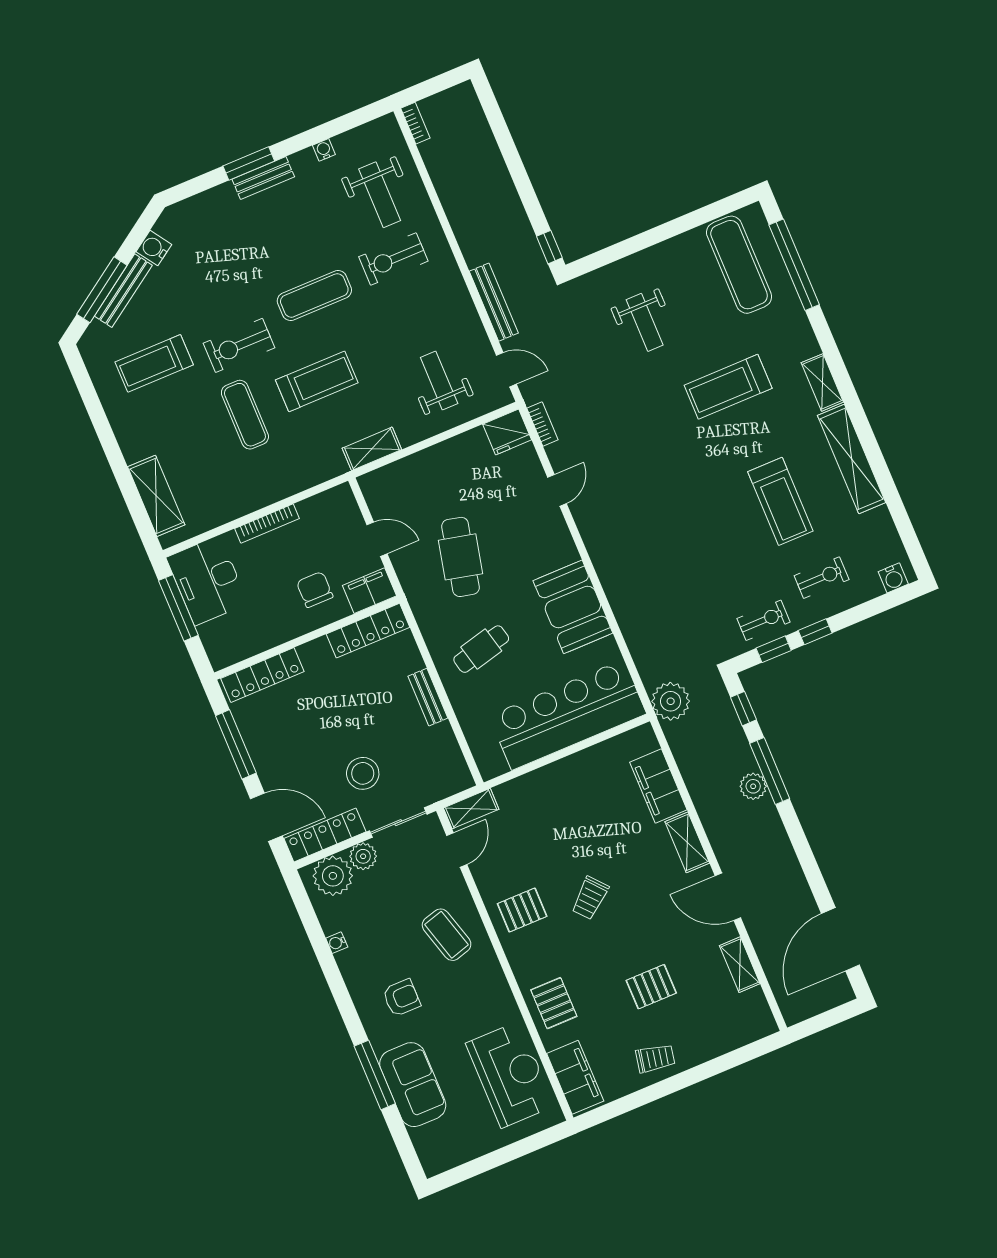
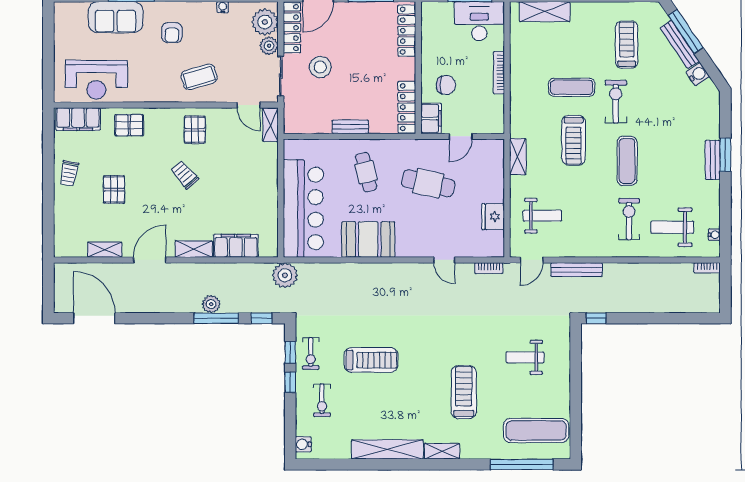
water cooler: (324, 150) -> (714, 235), moved
fridge: (507, 432) -> (493, 217), moved
treadmill: (780, 501) -> (371, 360), moved, turned 180

